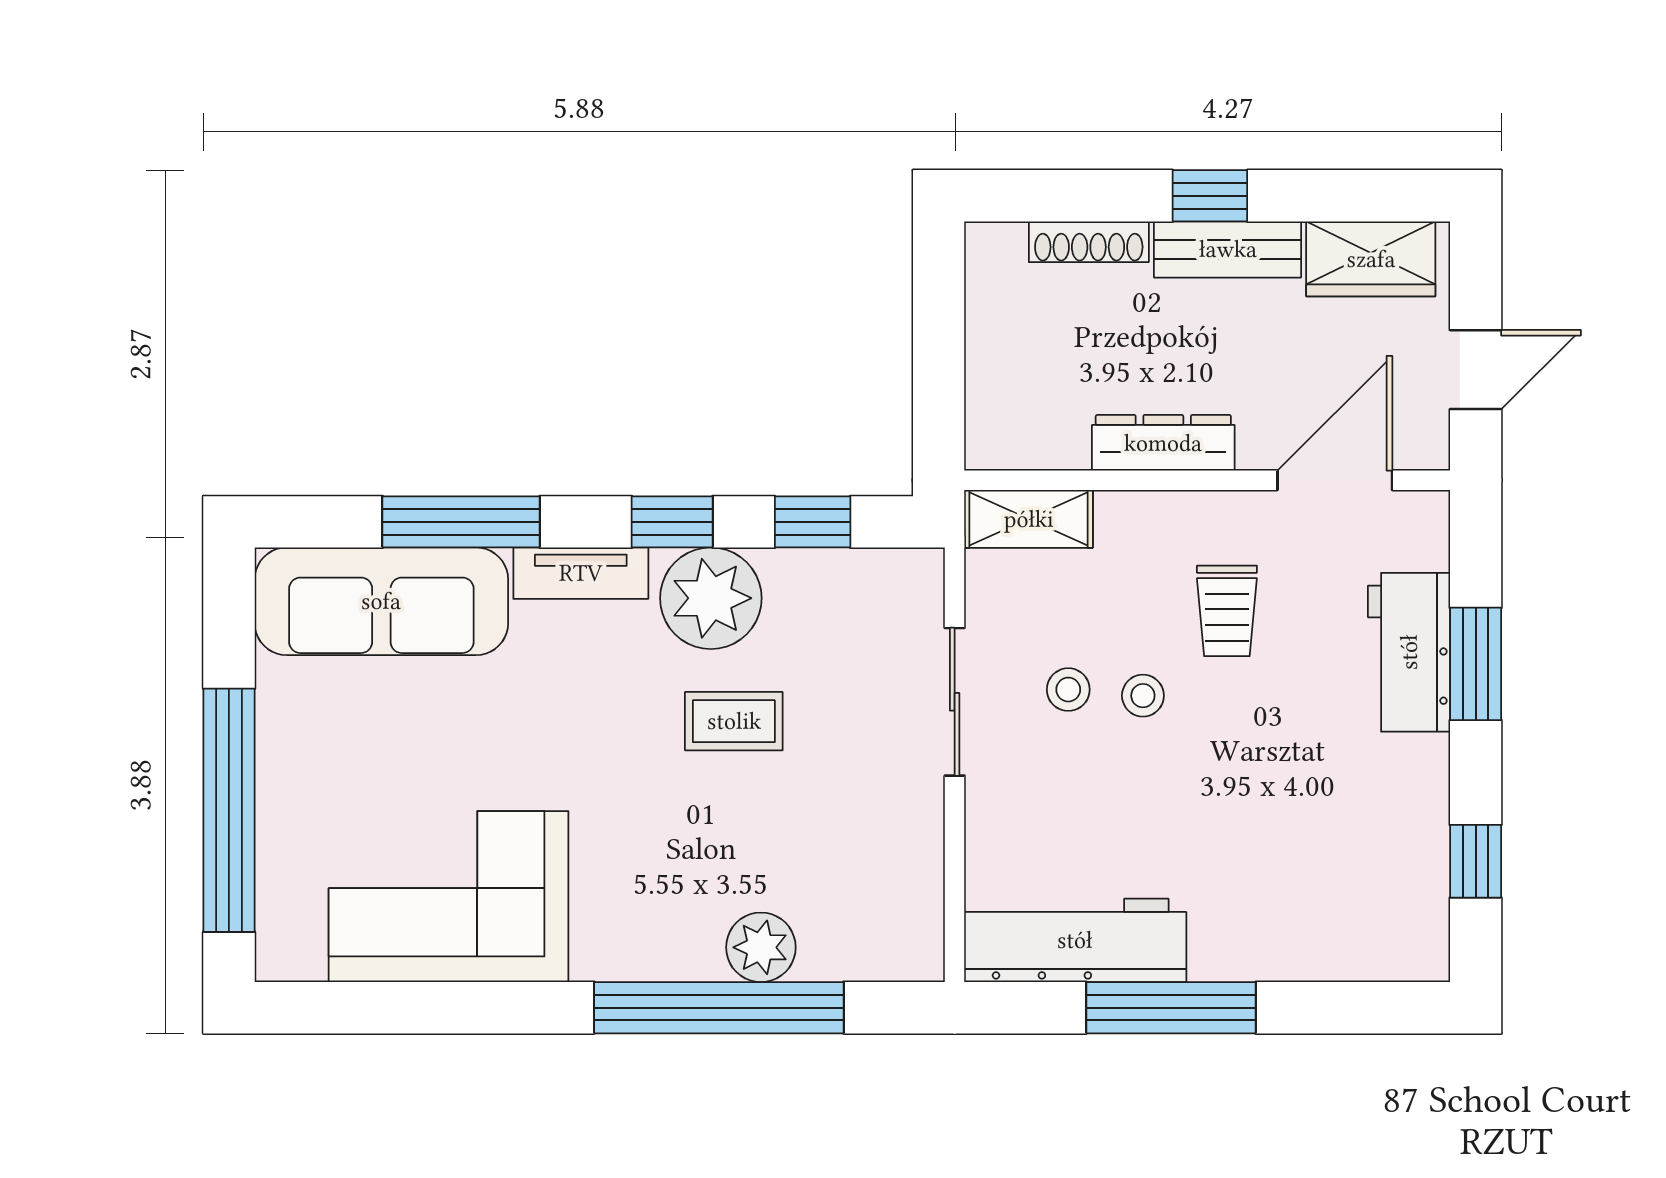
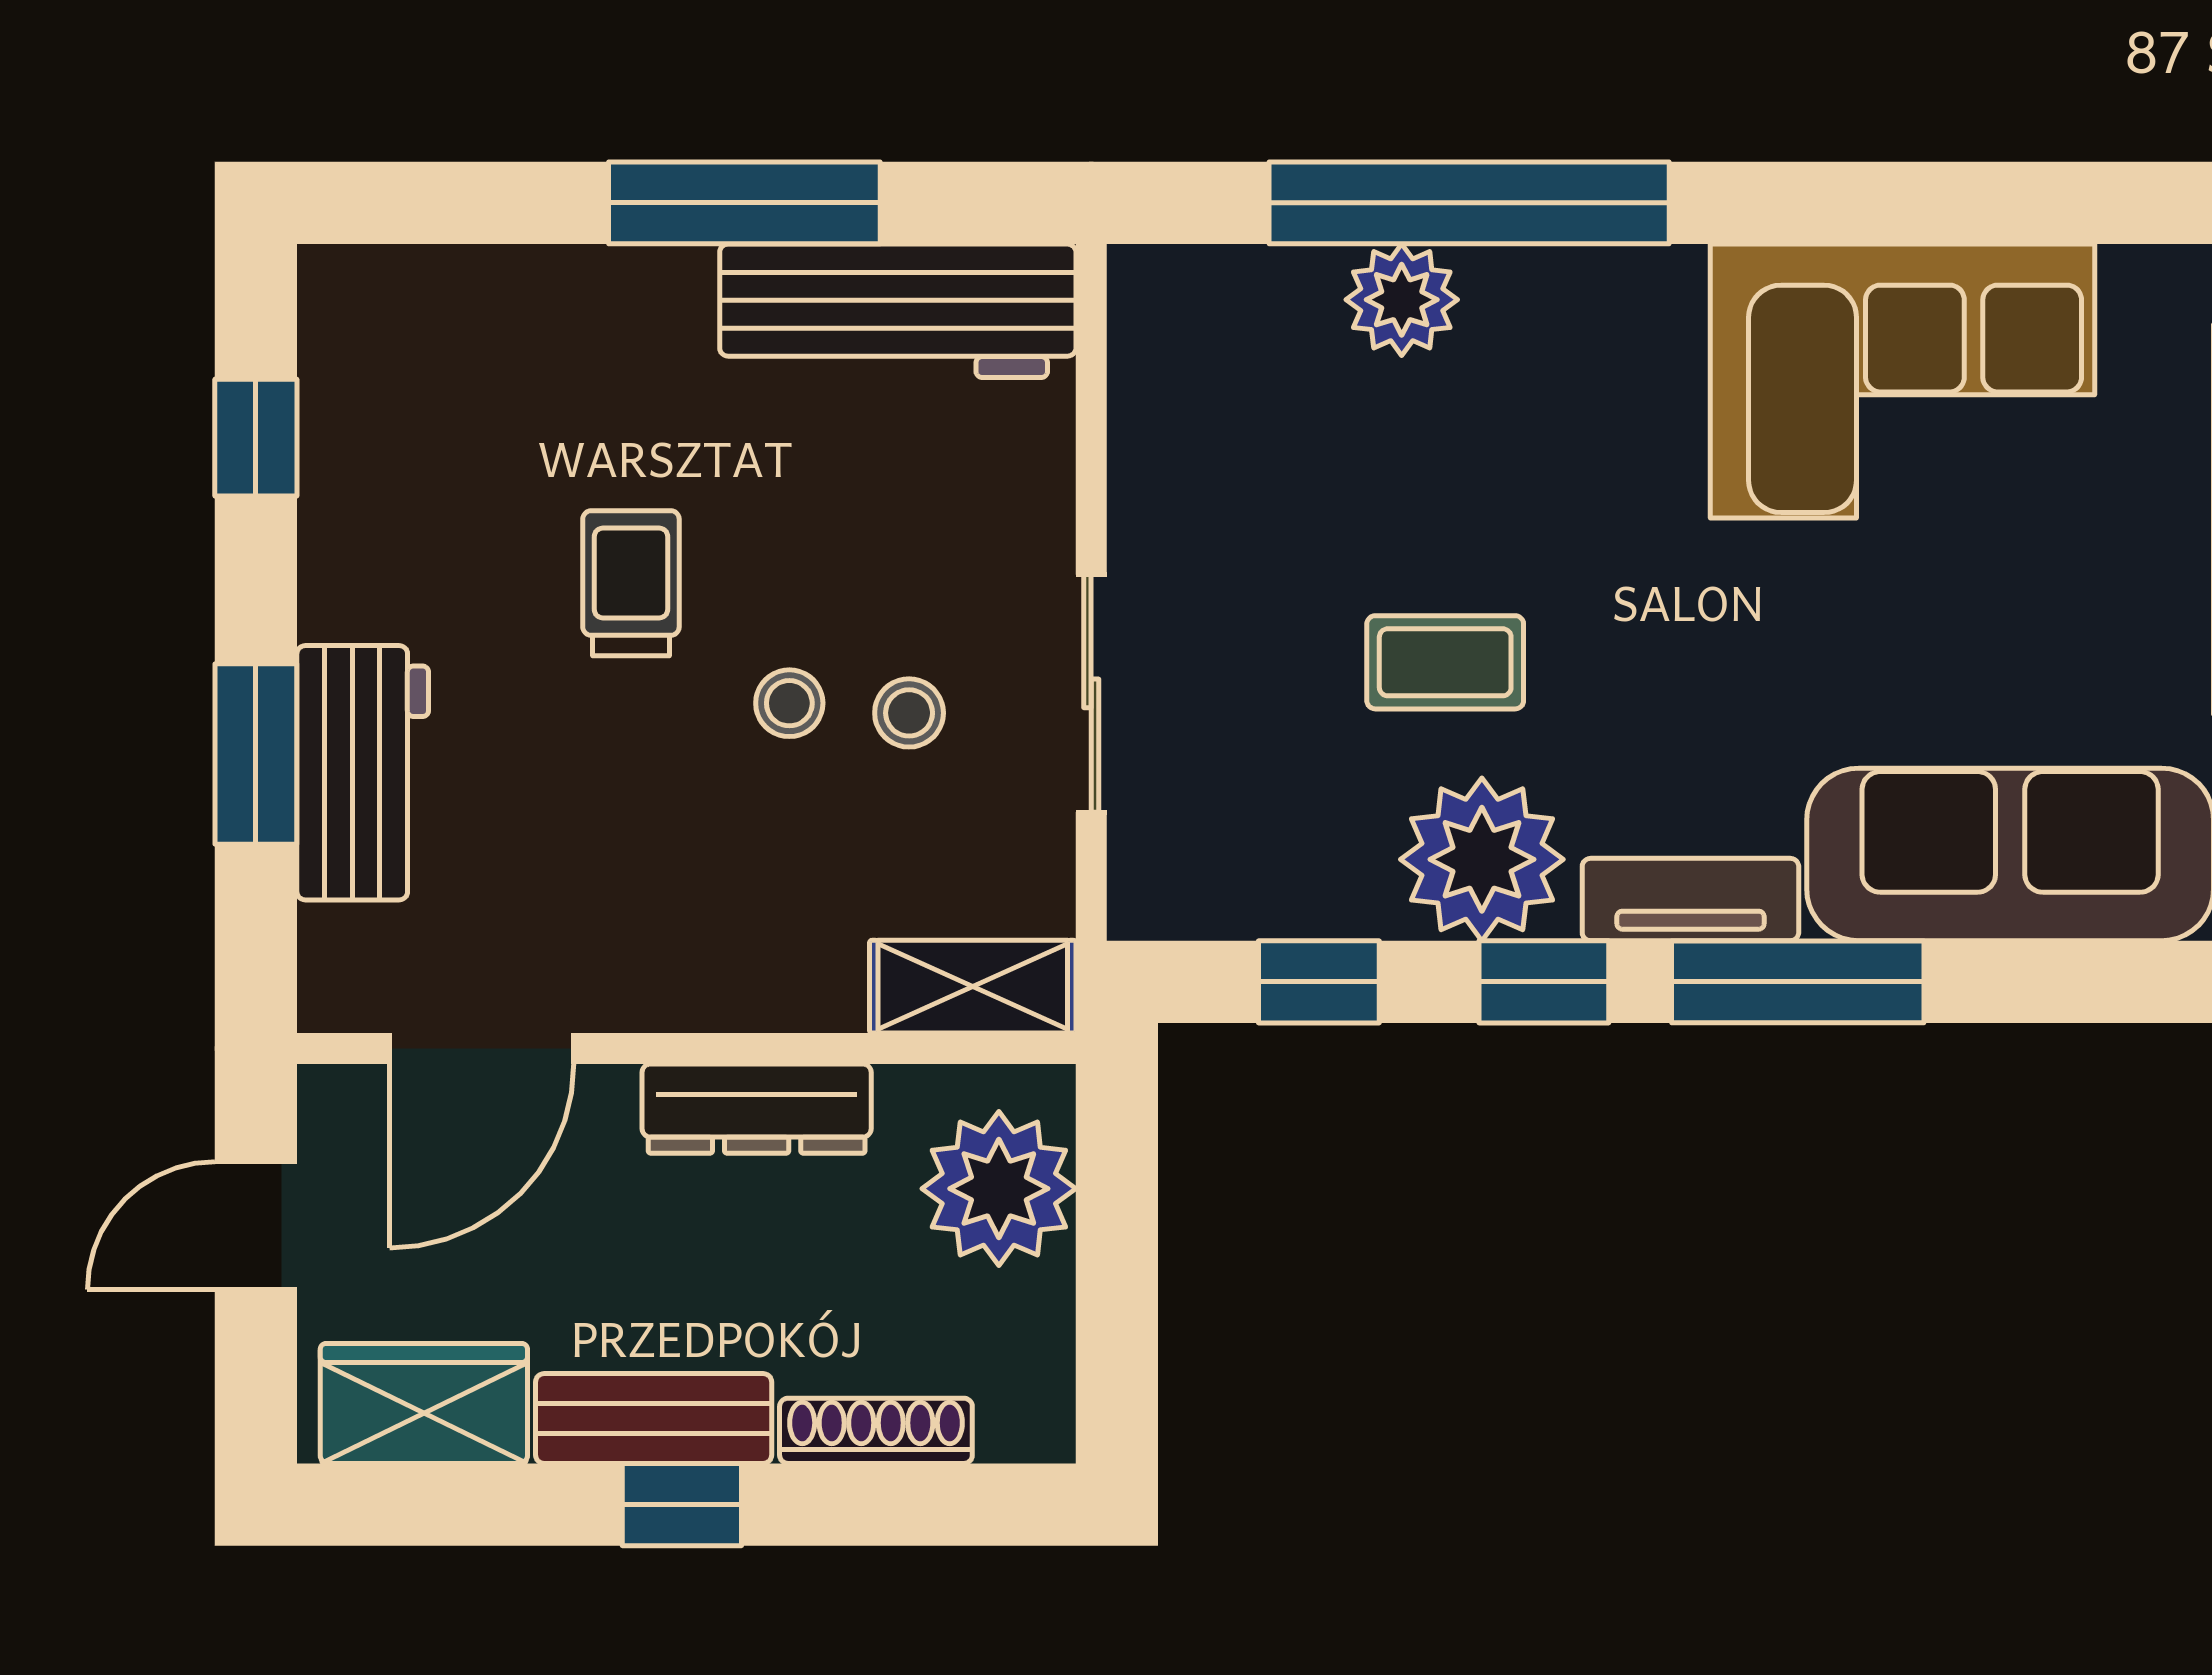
plant: (1012, 393) -> (999, 1189), added
window: (461, 522) -> (1798, 982), moved
trolley: (1227, 611) -> (631, 583), moved

